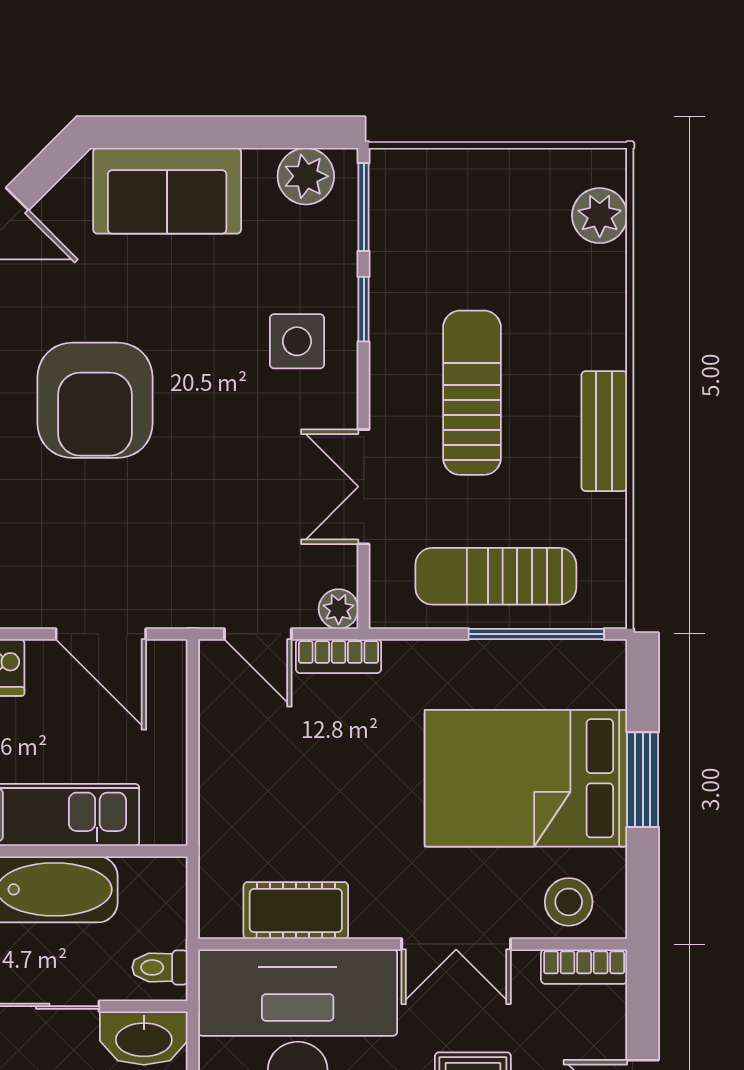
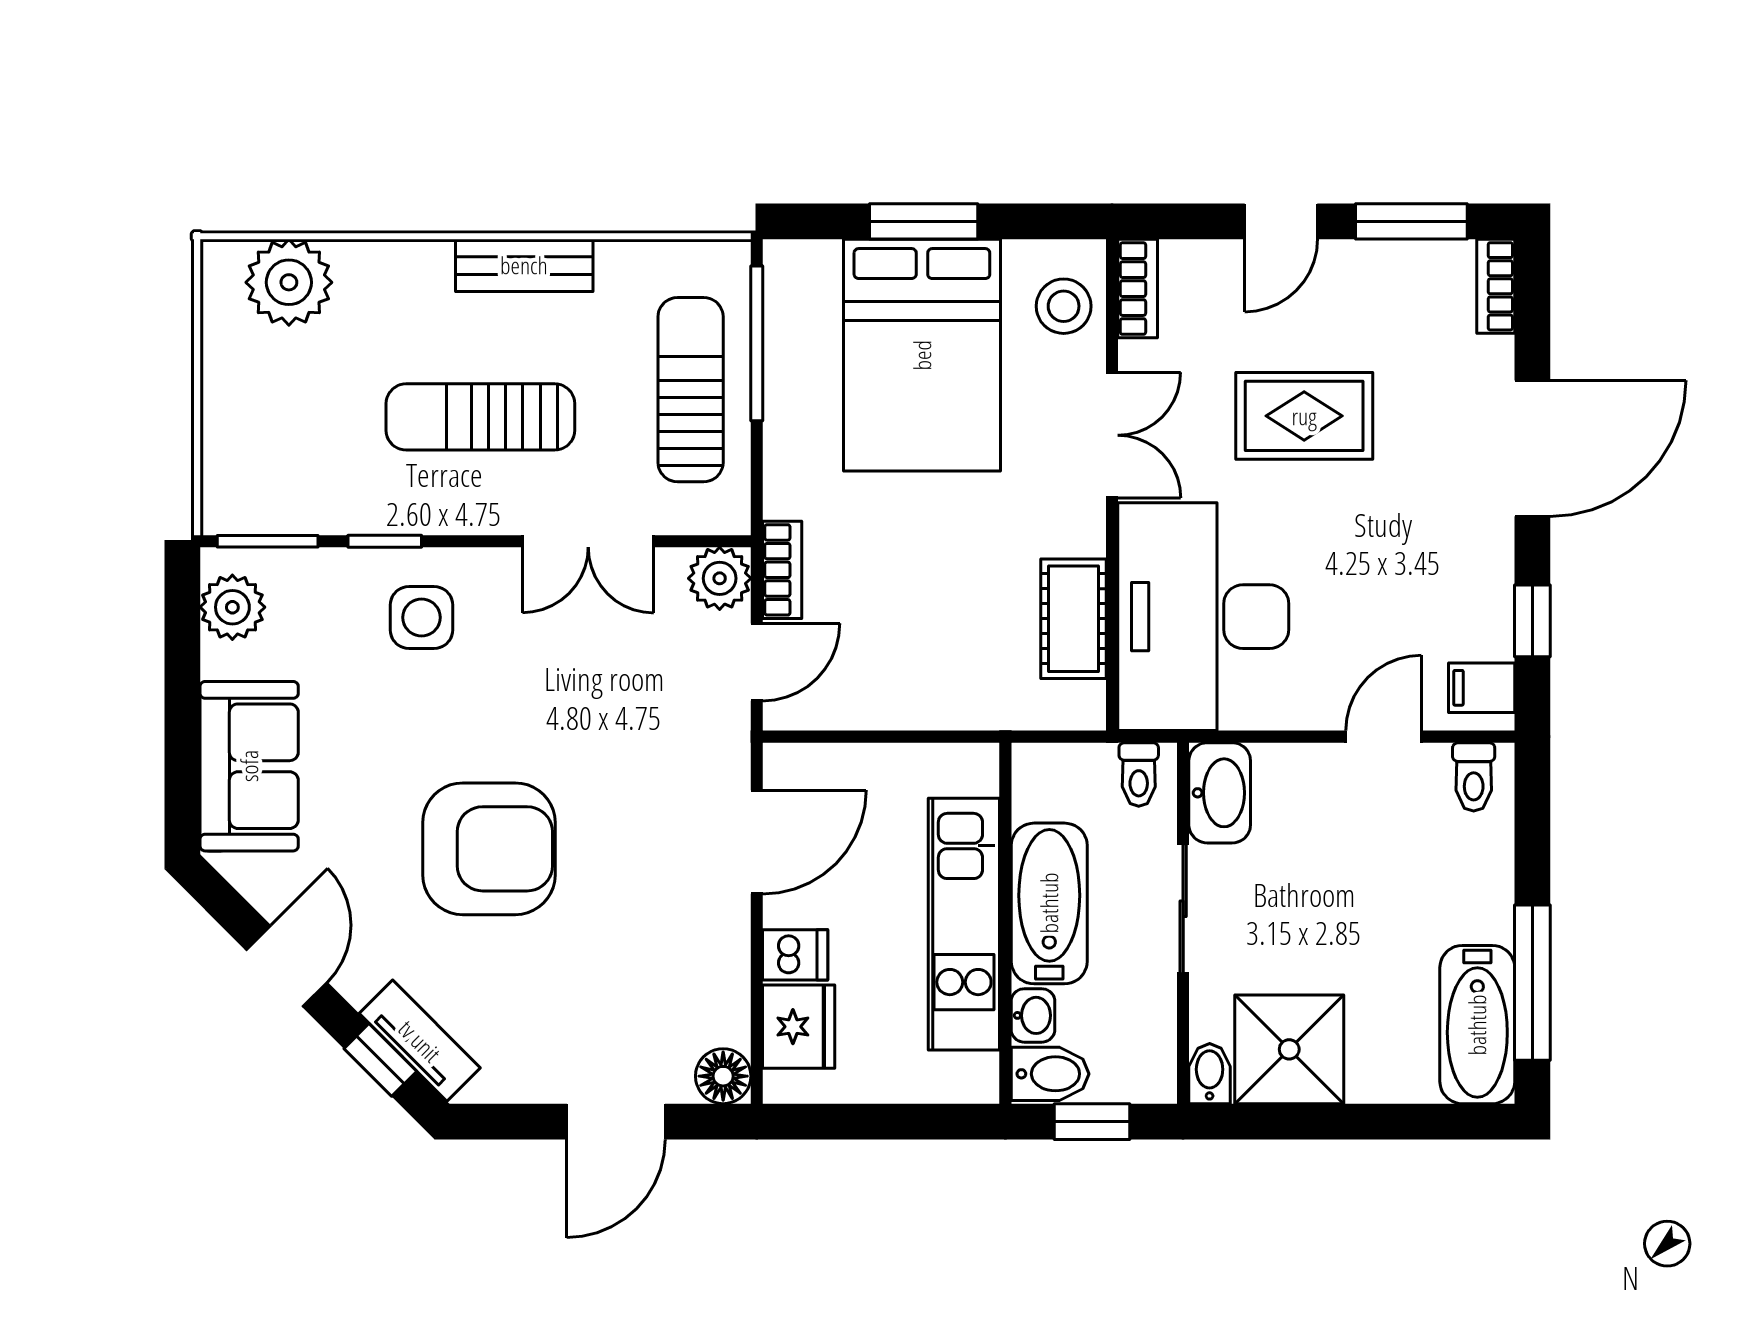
plant: (600, 216) -> (289, 282), width x1.36, depth x1.36
sun lounger: (496, 576) -> (691, 390), turned 180
plant: (339, 609) -> (720, 578), width x1.38, depth x1.38

